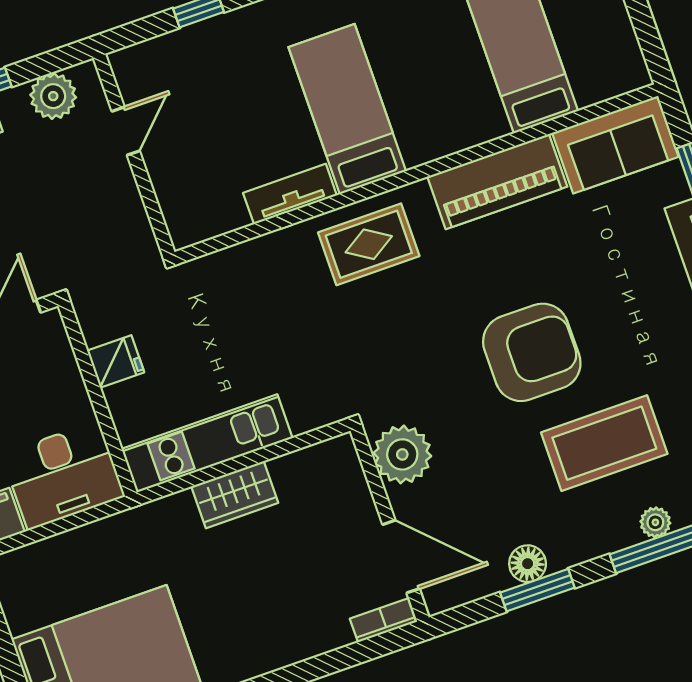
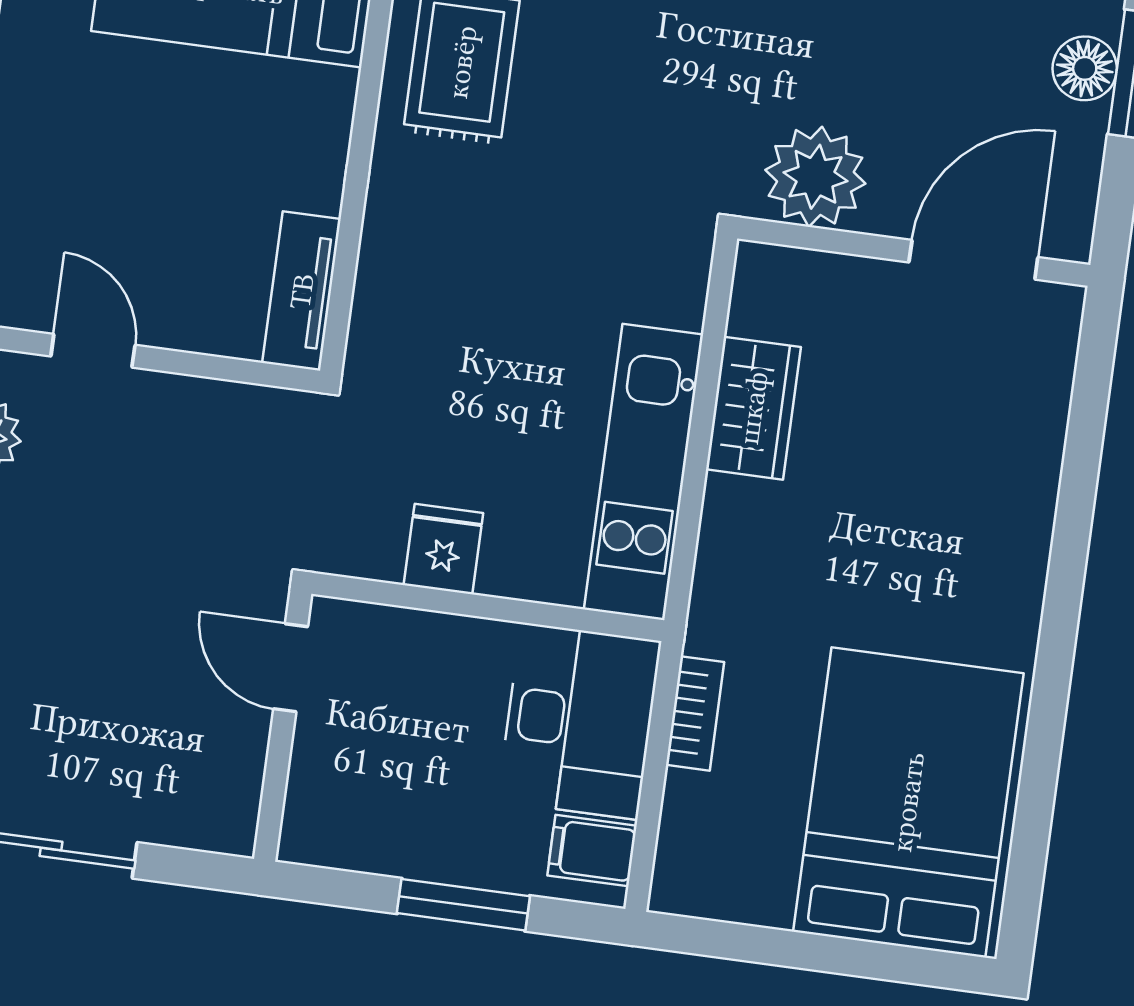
tv unit: (290, 194) -> (302, 291), moved
wardrobe: (235, 495) -> (753, 408), moved
bookcase: (384, 620) -> (695, 713), moved, turned 180

